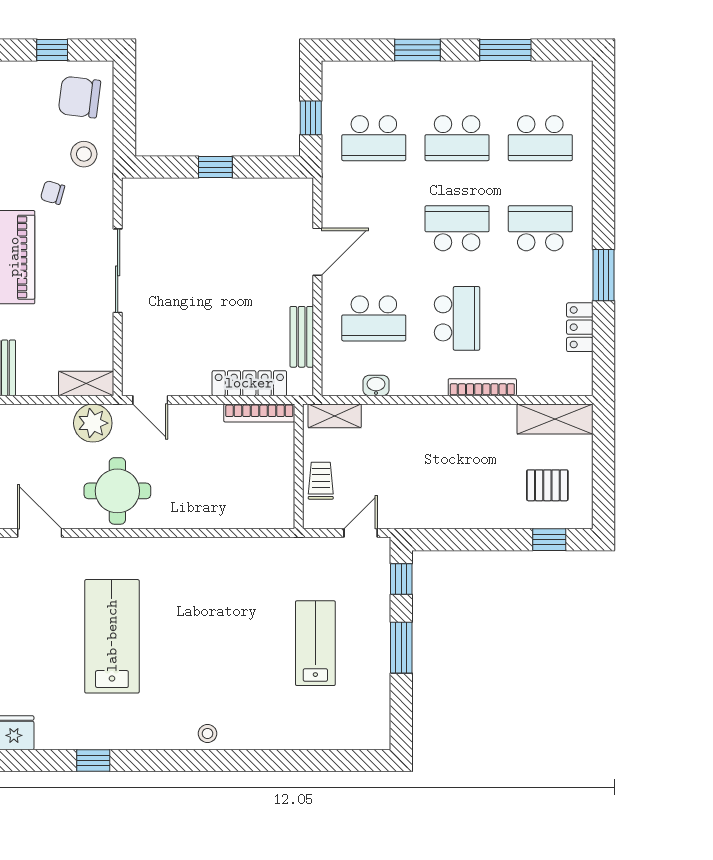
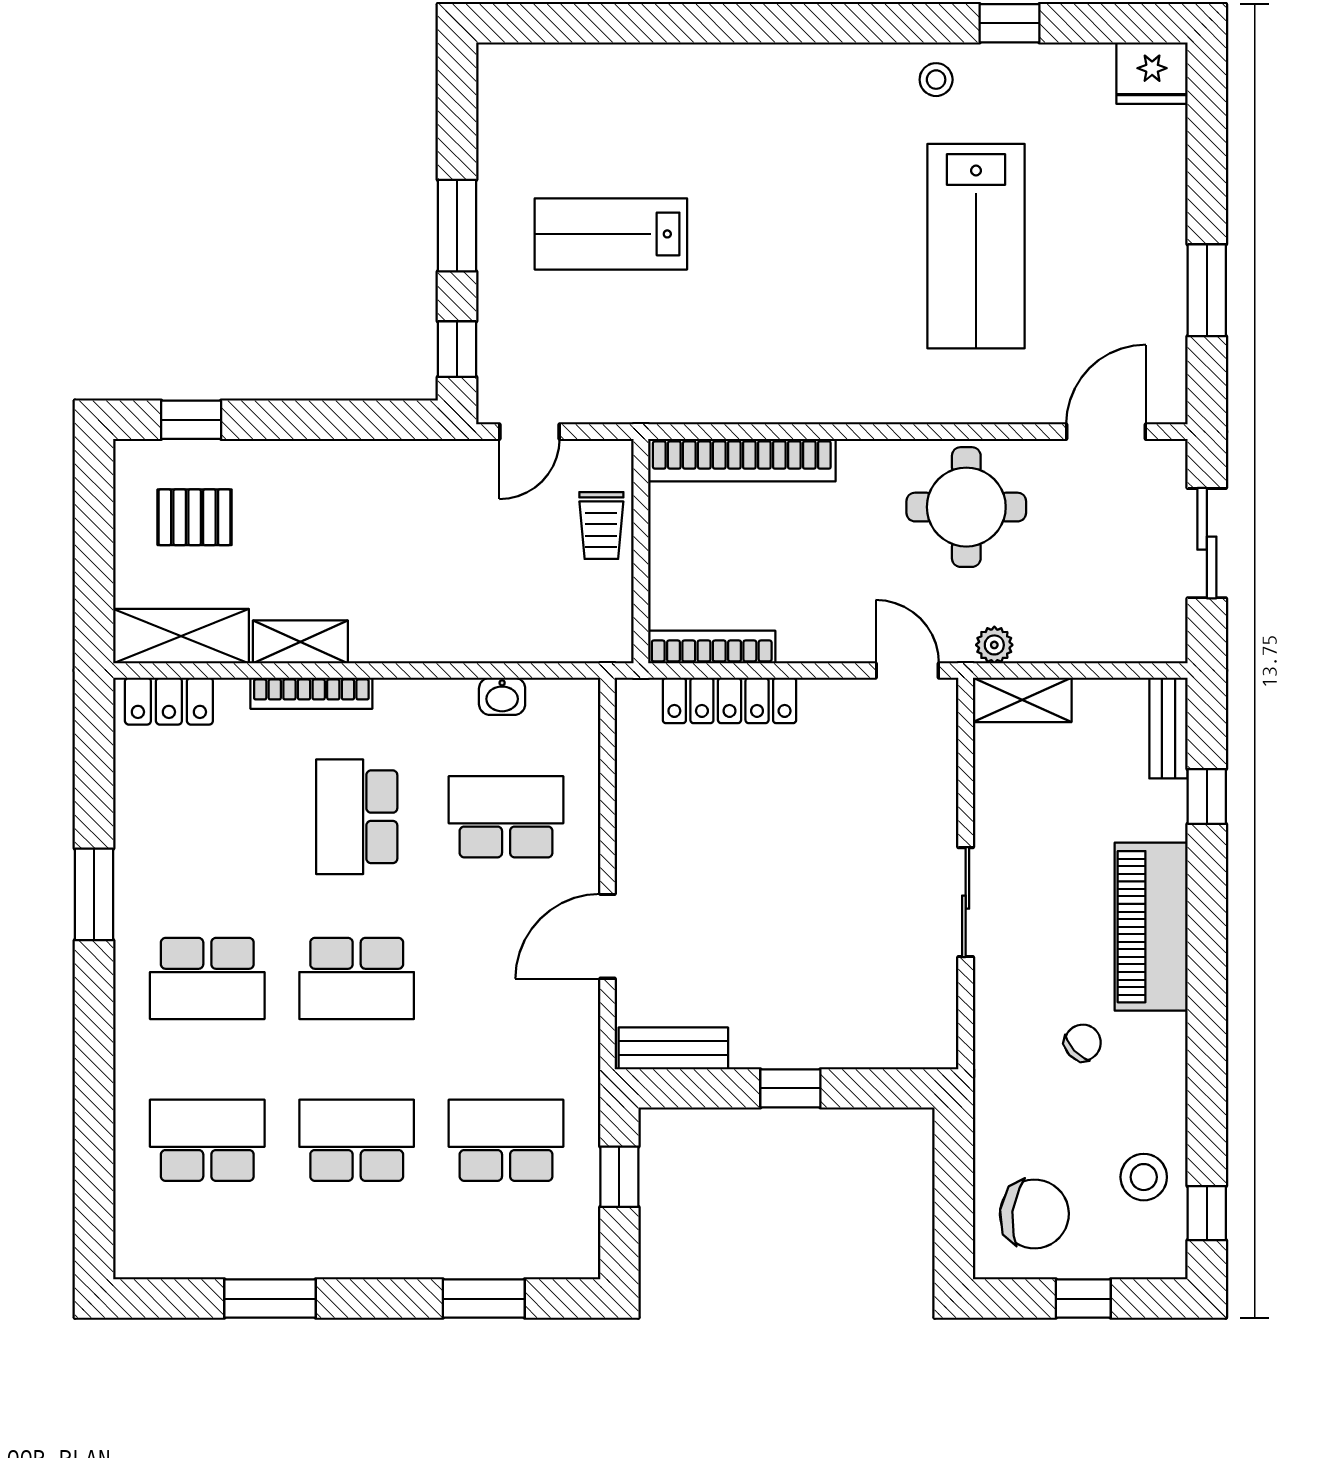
window: (418, 50) -> (484, 1299), moved
stool: (84, 154) -> (1144, 1177), moved
chair: (53, 193) -> (1083, 1043), turned -59
sliding door: (118, 271) -> (966, 902), width x0.73
locker: (580, 327) -> (169, 701), moved, turned 90
bench: (302, 337) -> (673, 1048), moved, turned 90
shelving: (335, 416) -> (300, 642), moved
plant: (93, 423) -> (994, 645), width x0.53, depth x0.53
bookcase: (242, 517) -> (742, 460), added
door: (40, 533) -> (1106, 432), swing flipped
lab bench: (315, 643) -> (611, 234), turned 90
stool: (207, 734) -> (936, 80), moved

